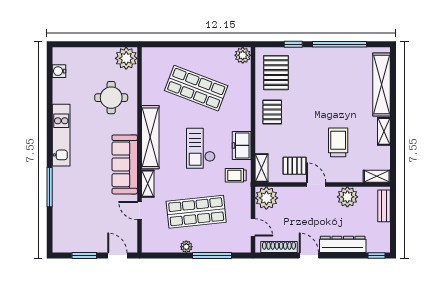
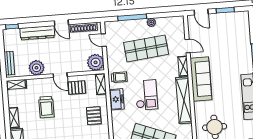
pallet: (272, 112) -> (94, 116), moved

